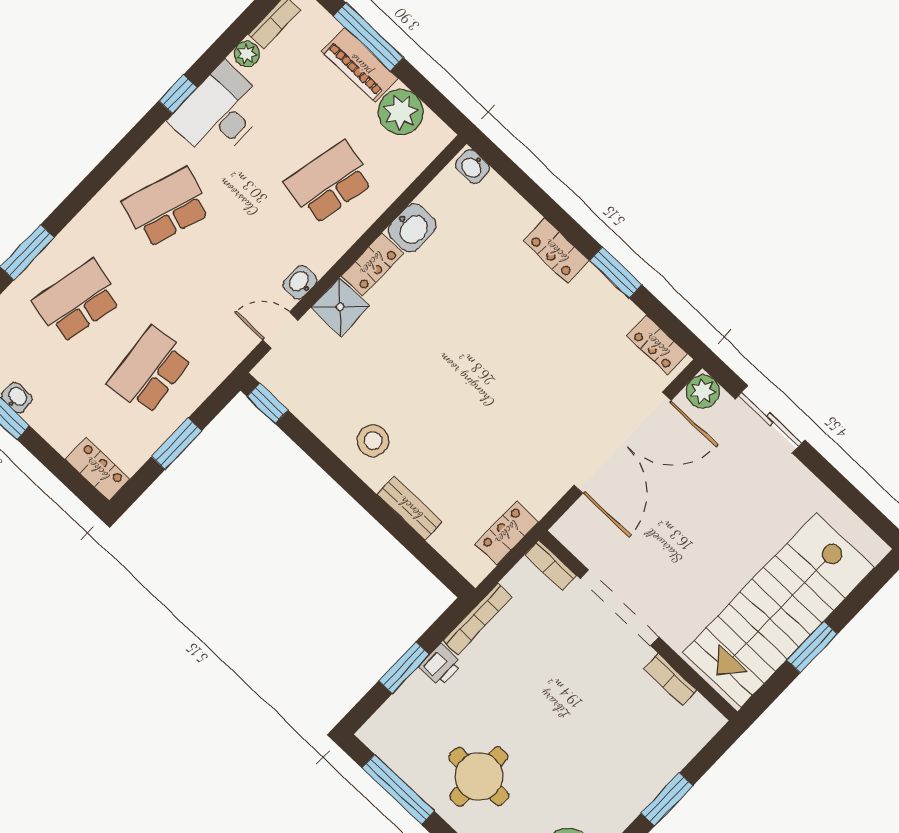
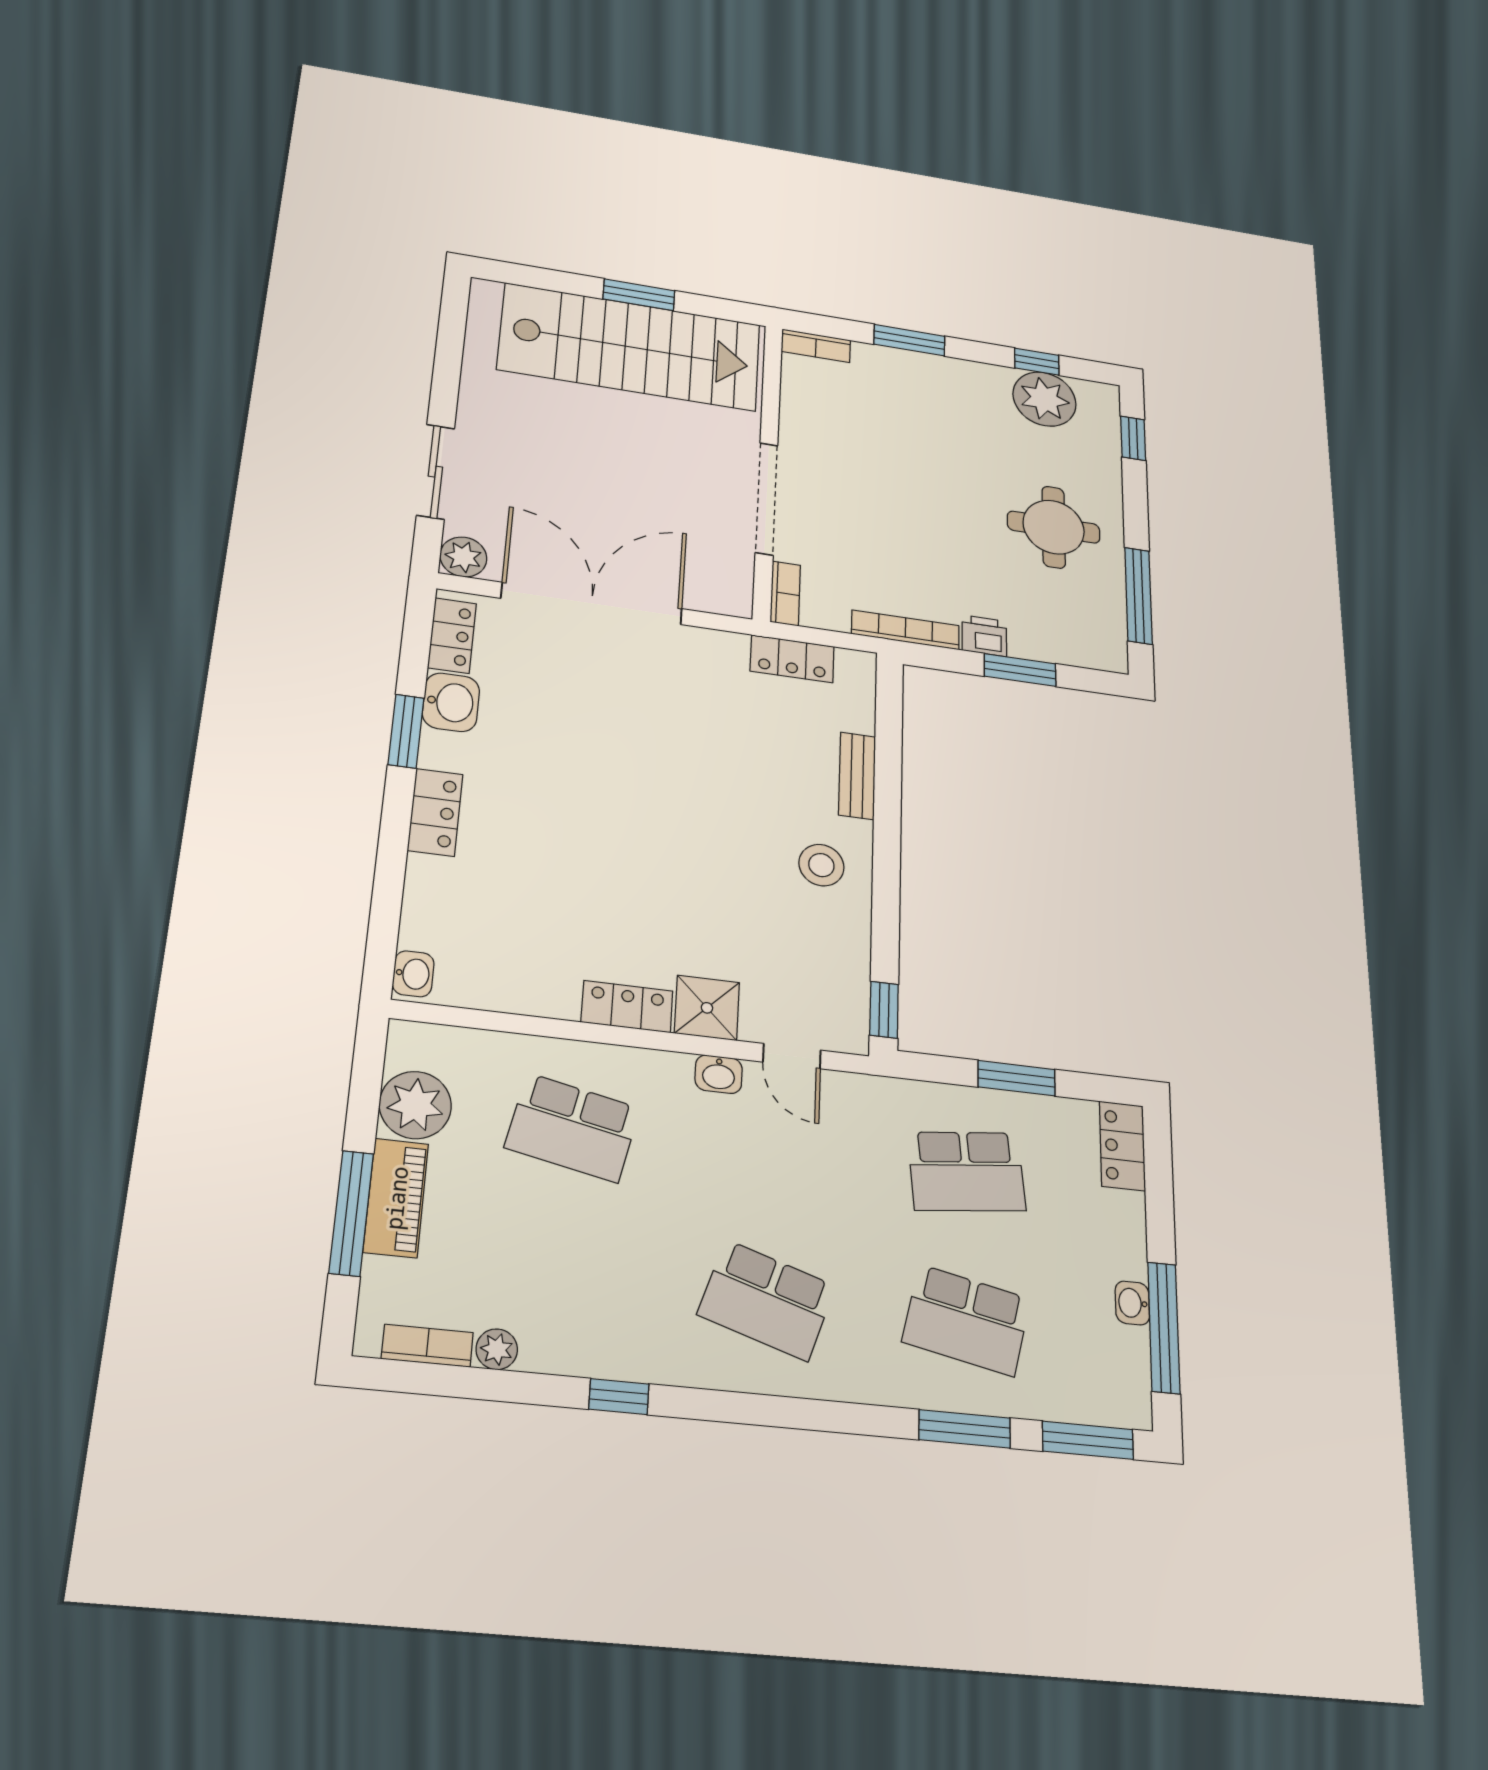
desk: (219, 113) -> (599, 1326), removed
washbasin: (412, 228) -> (451, 702), moved, turned 90
bookcase: (670, 679) -> (816, 346), moved, turned 90

